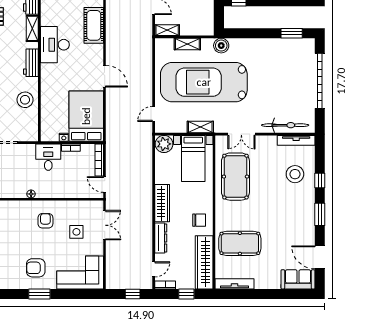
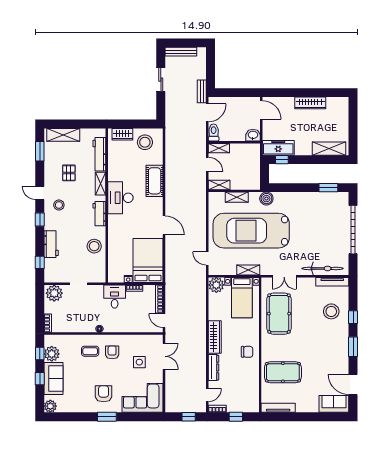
door: (154, 114) -> (207, 259), hinge flipped
coffee table: (20, 219) -> (90, 351), added
wardrobe: (204, 262) -> (251, 389), removed
armchair: (36, 268) -> (104, 394), turned 90

